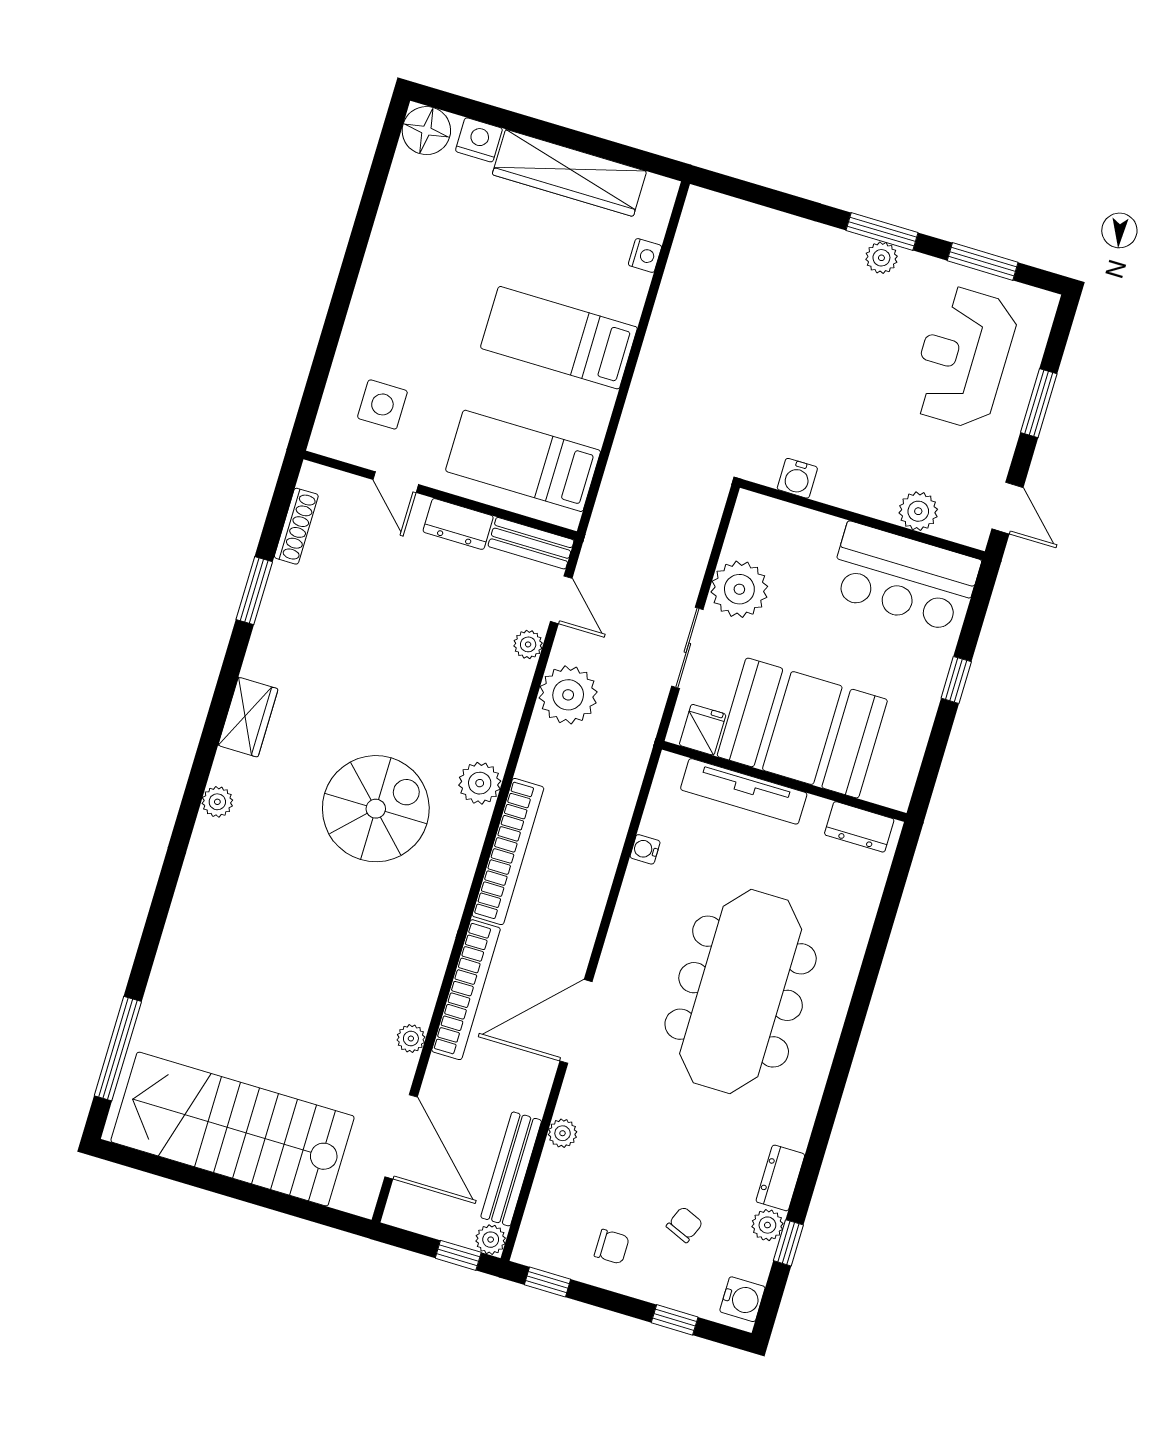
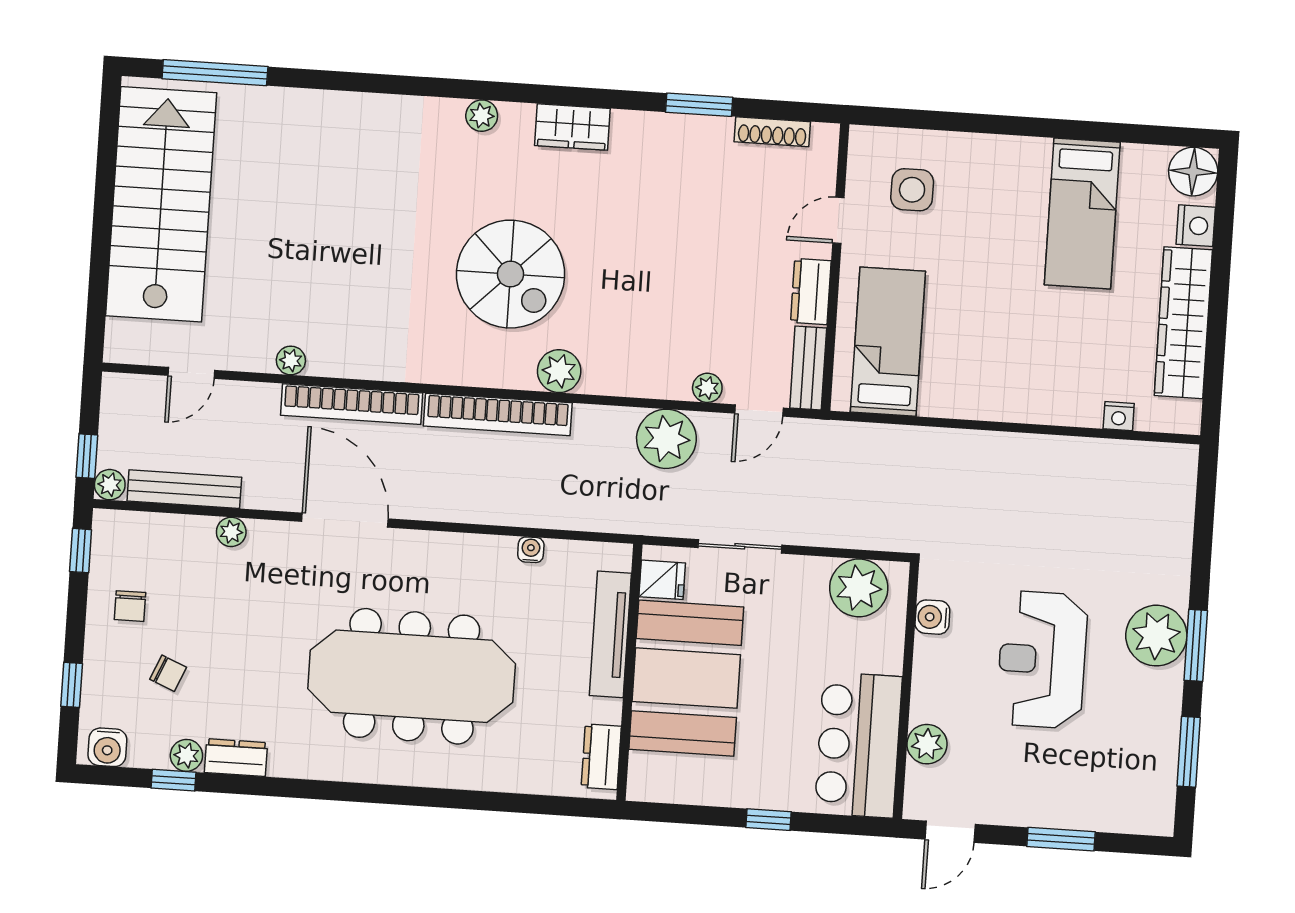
plant: (881, 258) -> (1156, 636), width x1.88, depth x1.88
bed: (559, 338) -> (1082, 214), moved, turned 180
reception desk: (963, 357) -> (1042, 660), moved, turned -90
plant: (739, 589) -> (859, 588), moved
door: (401, 1137) -> (191, 373), width x0.53

